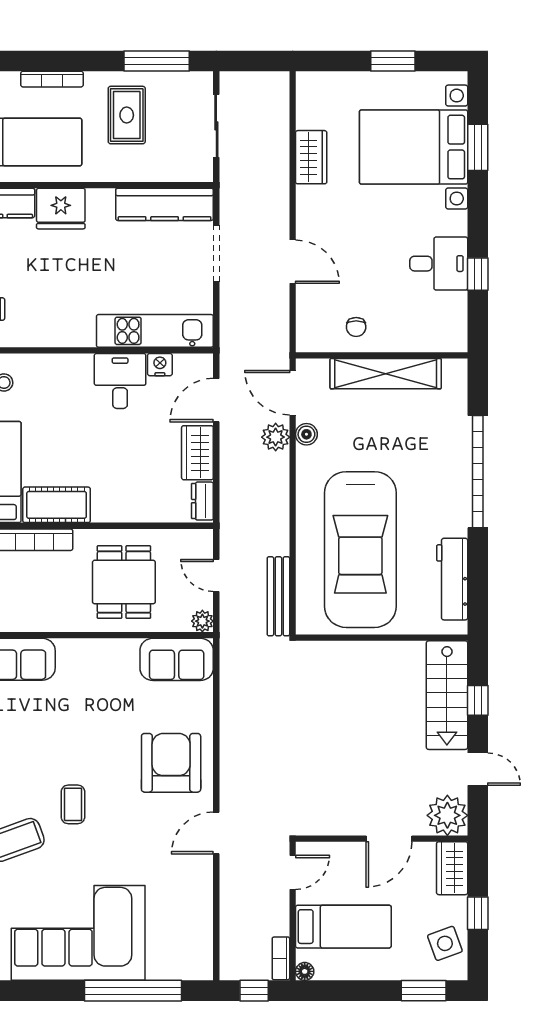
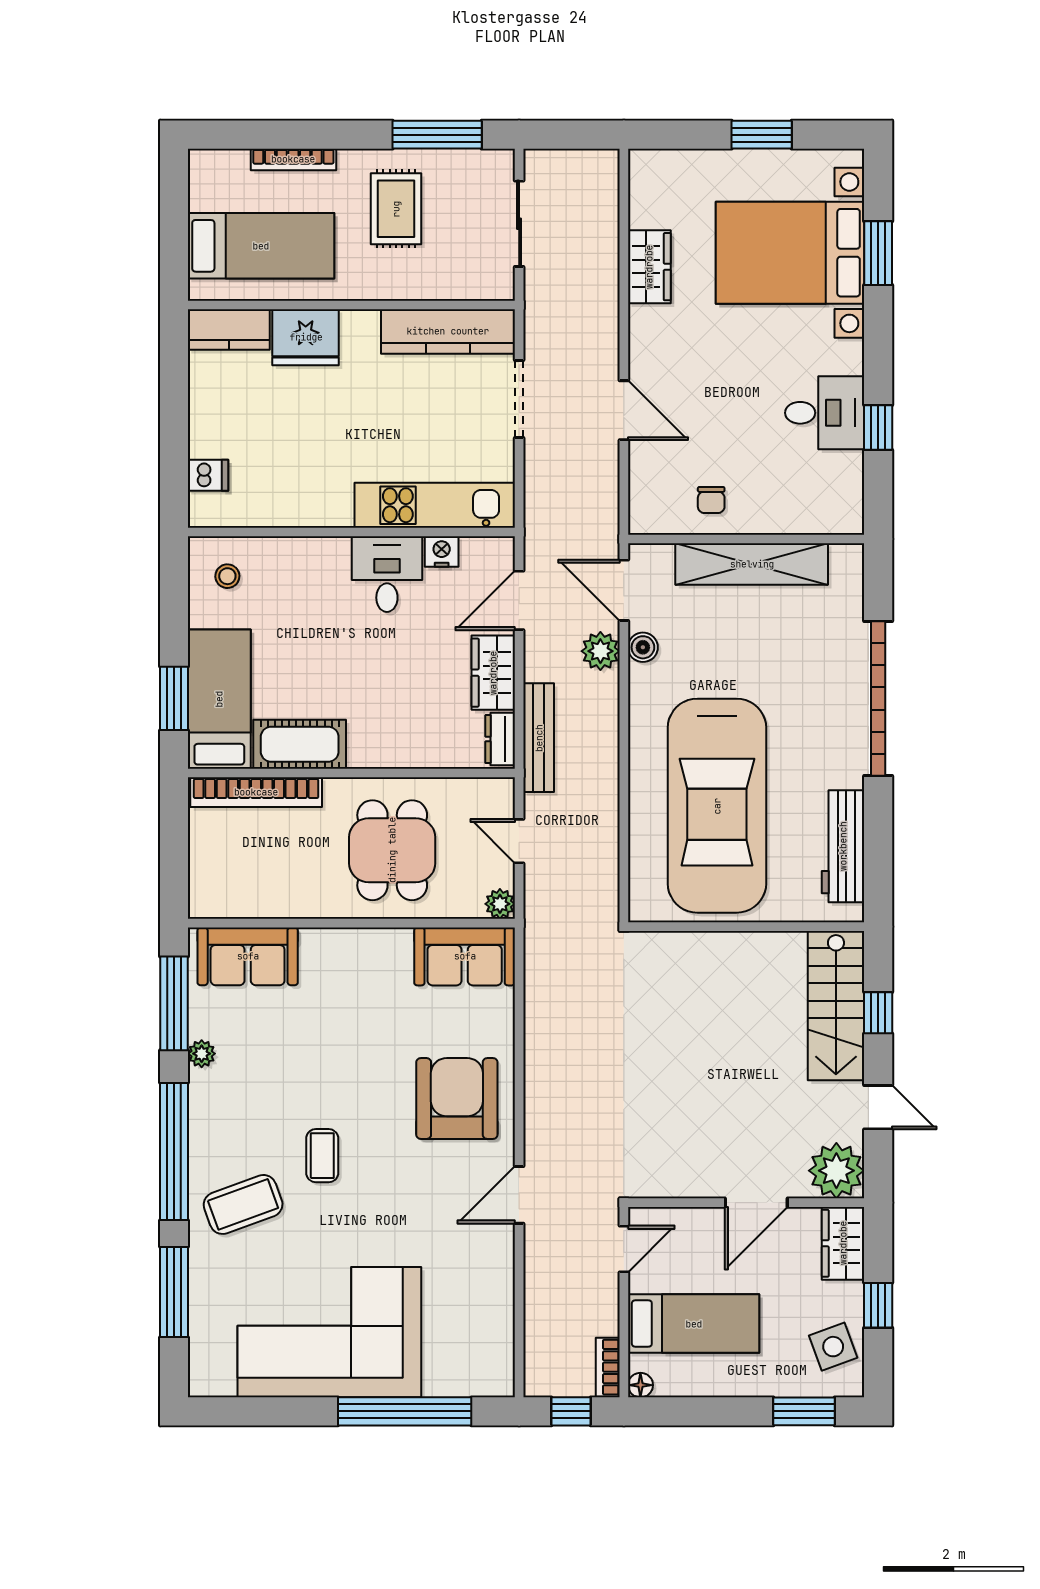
bench: (278, 596) -> (539, 738), moved

